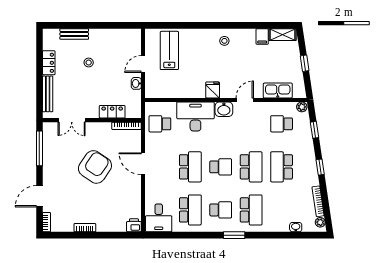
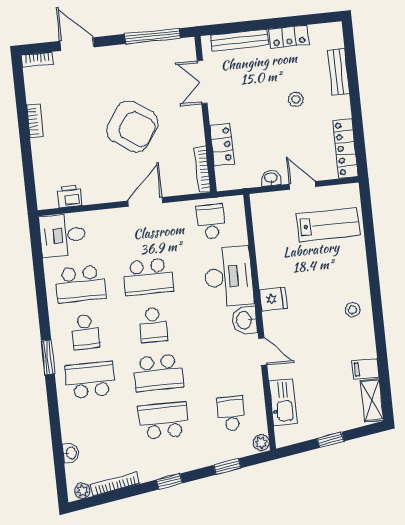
locker: (123, 35) -> (345, 148), added
school desk: (251, 210) -> (90, 380), turned 180
printer: (134, 225) -> (70, 196), moved, turned -90

